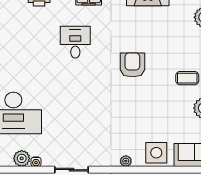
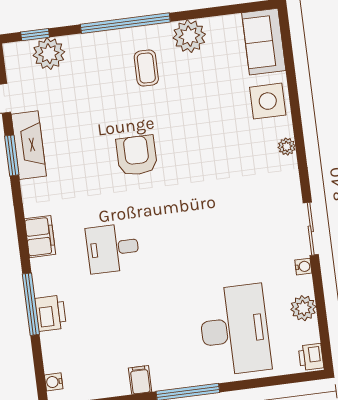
armchair: (132, 65) -> (137, 155), turned 90
water cooler: (36, 162) -> (303, 267), moved

